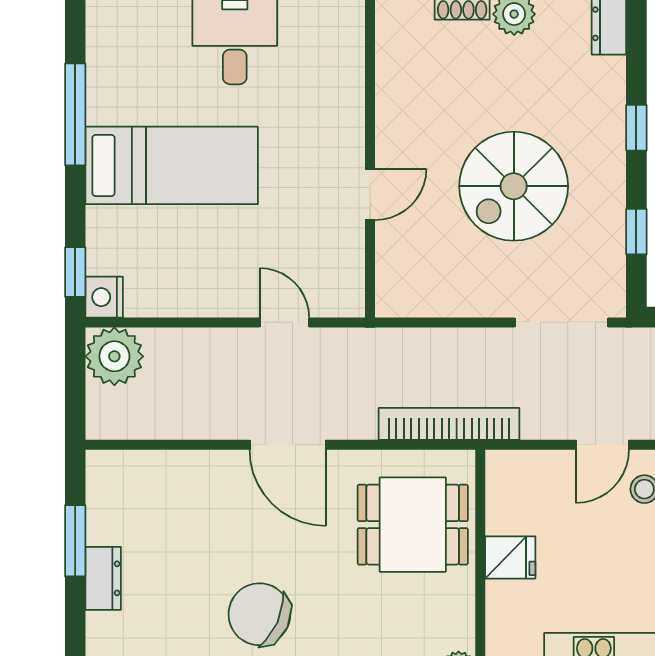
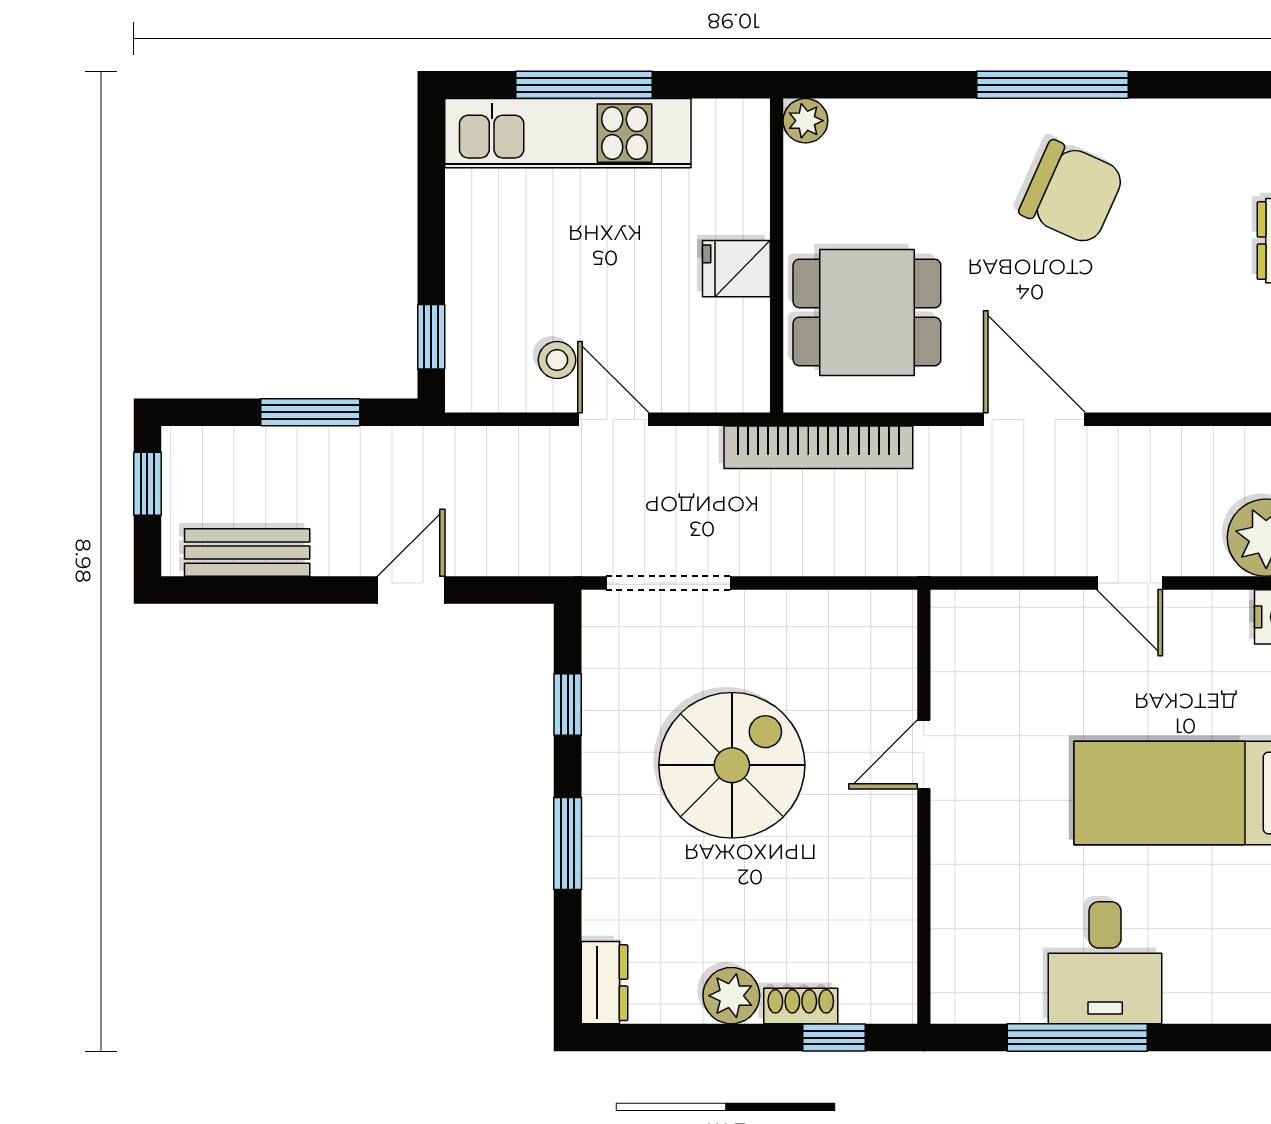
window: (636, 128) -> (568, 843), width x1.50
door: (284, 322) -> (1130, 583), moved
door: (602, 445) -> (613, 419), hinge flipped

